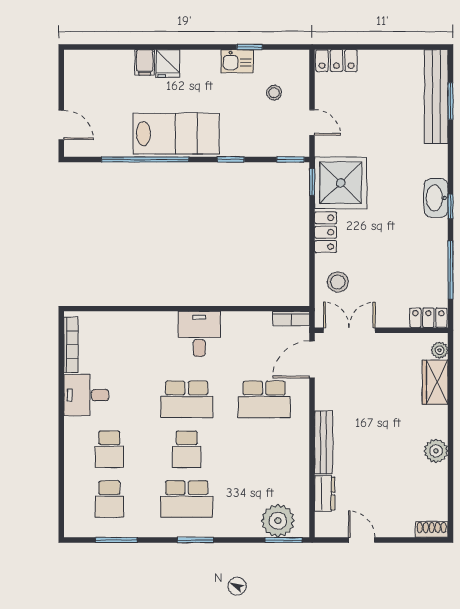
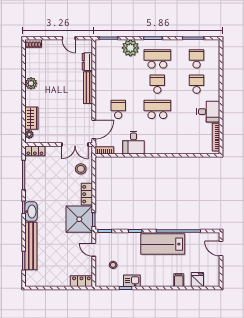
fridge: (168, 64) -> (197, 280), moved
bench: (436, 97) -> (31, 246), moved
desk: (199, 334) -> (134, 143), moved
school desk: (264, 399) -> (118, 109), width x0.54
plant: (278, 521) -> (130, 48), moved

